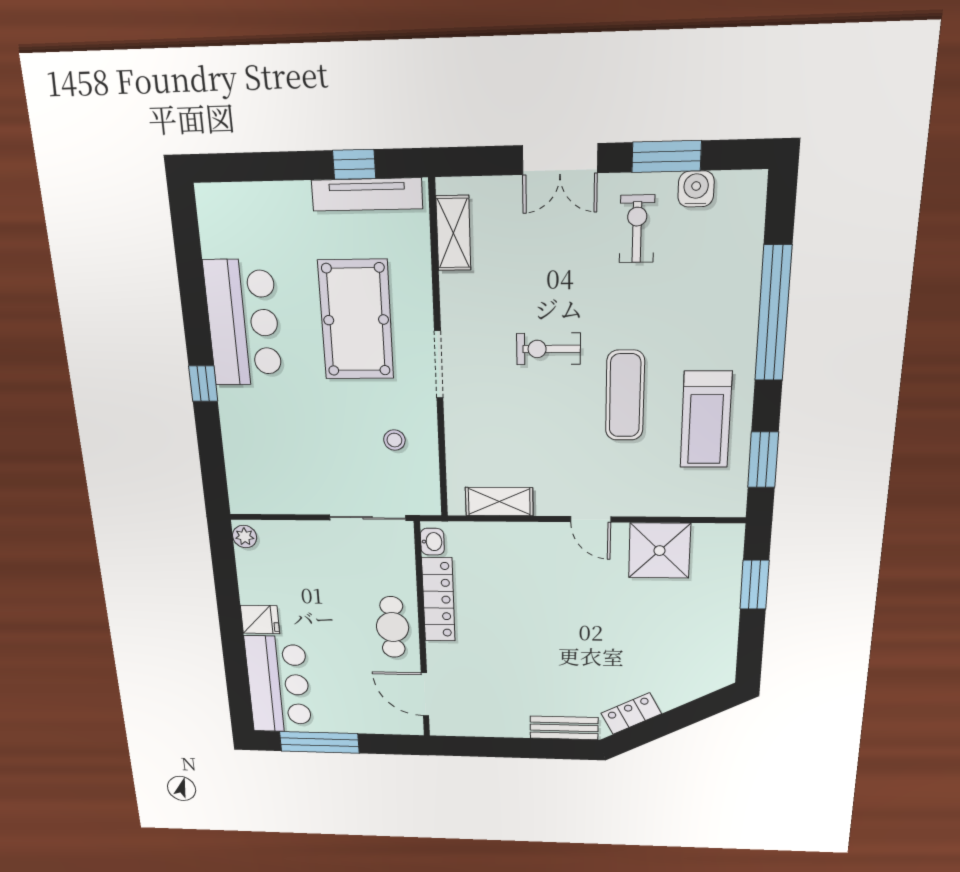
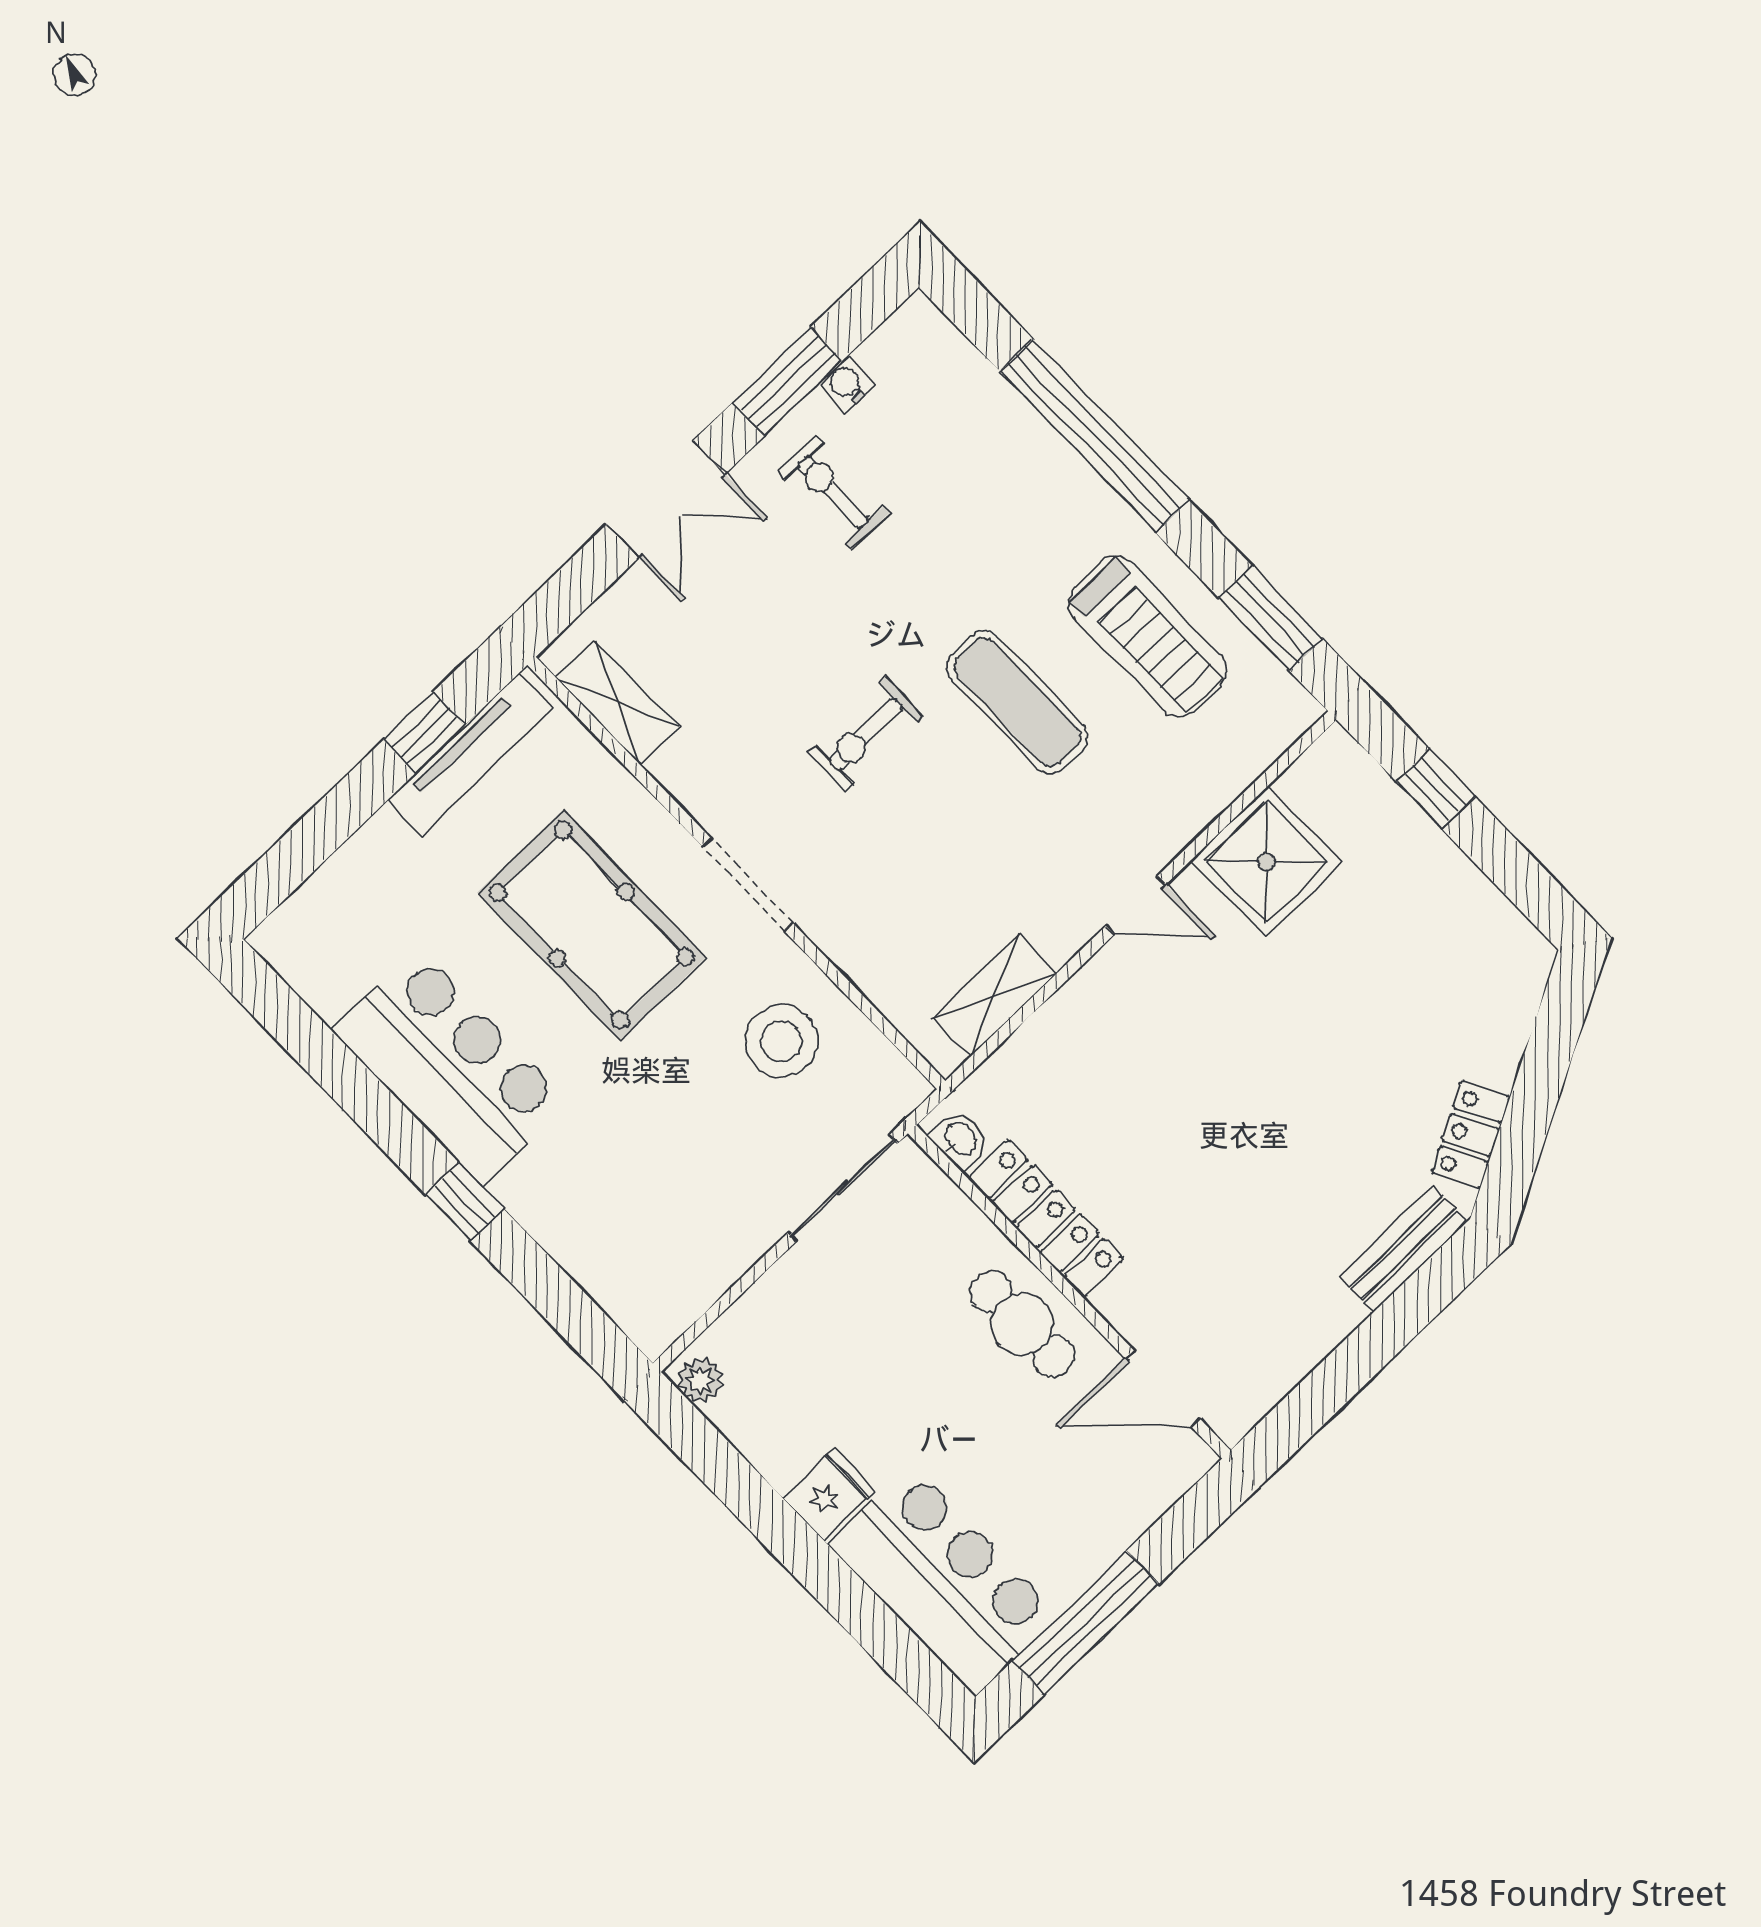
water cooler: (696, 189) -> (847, 384), width x0.72, depth x0.72
stool: (394, 440) -> (781, 1041), width x1.89, depth x1.89
window: (754, 585) -> (1435, 789), width x0.67

